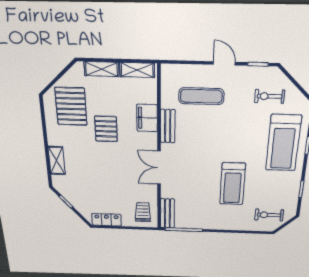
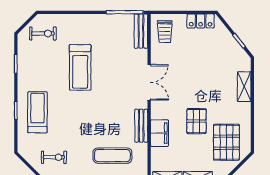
treadmill: (283, 143) -> (37, 112), width x0.73, depth x0.73
treadmill: (232, 184) -> (80, 67), turned 180

